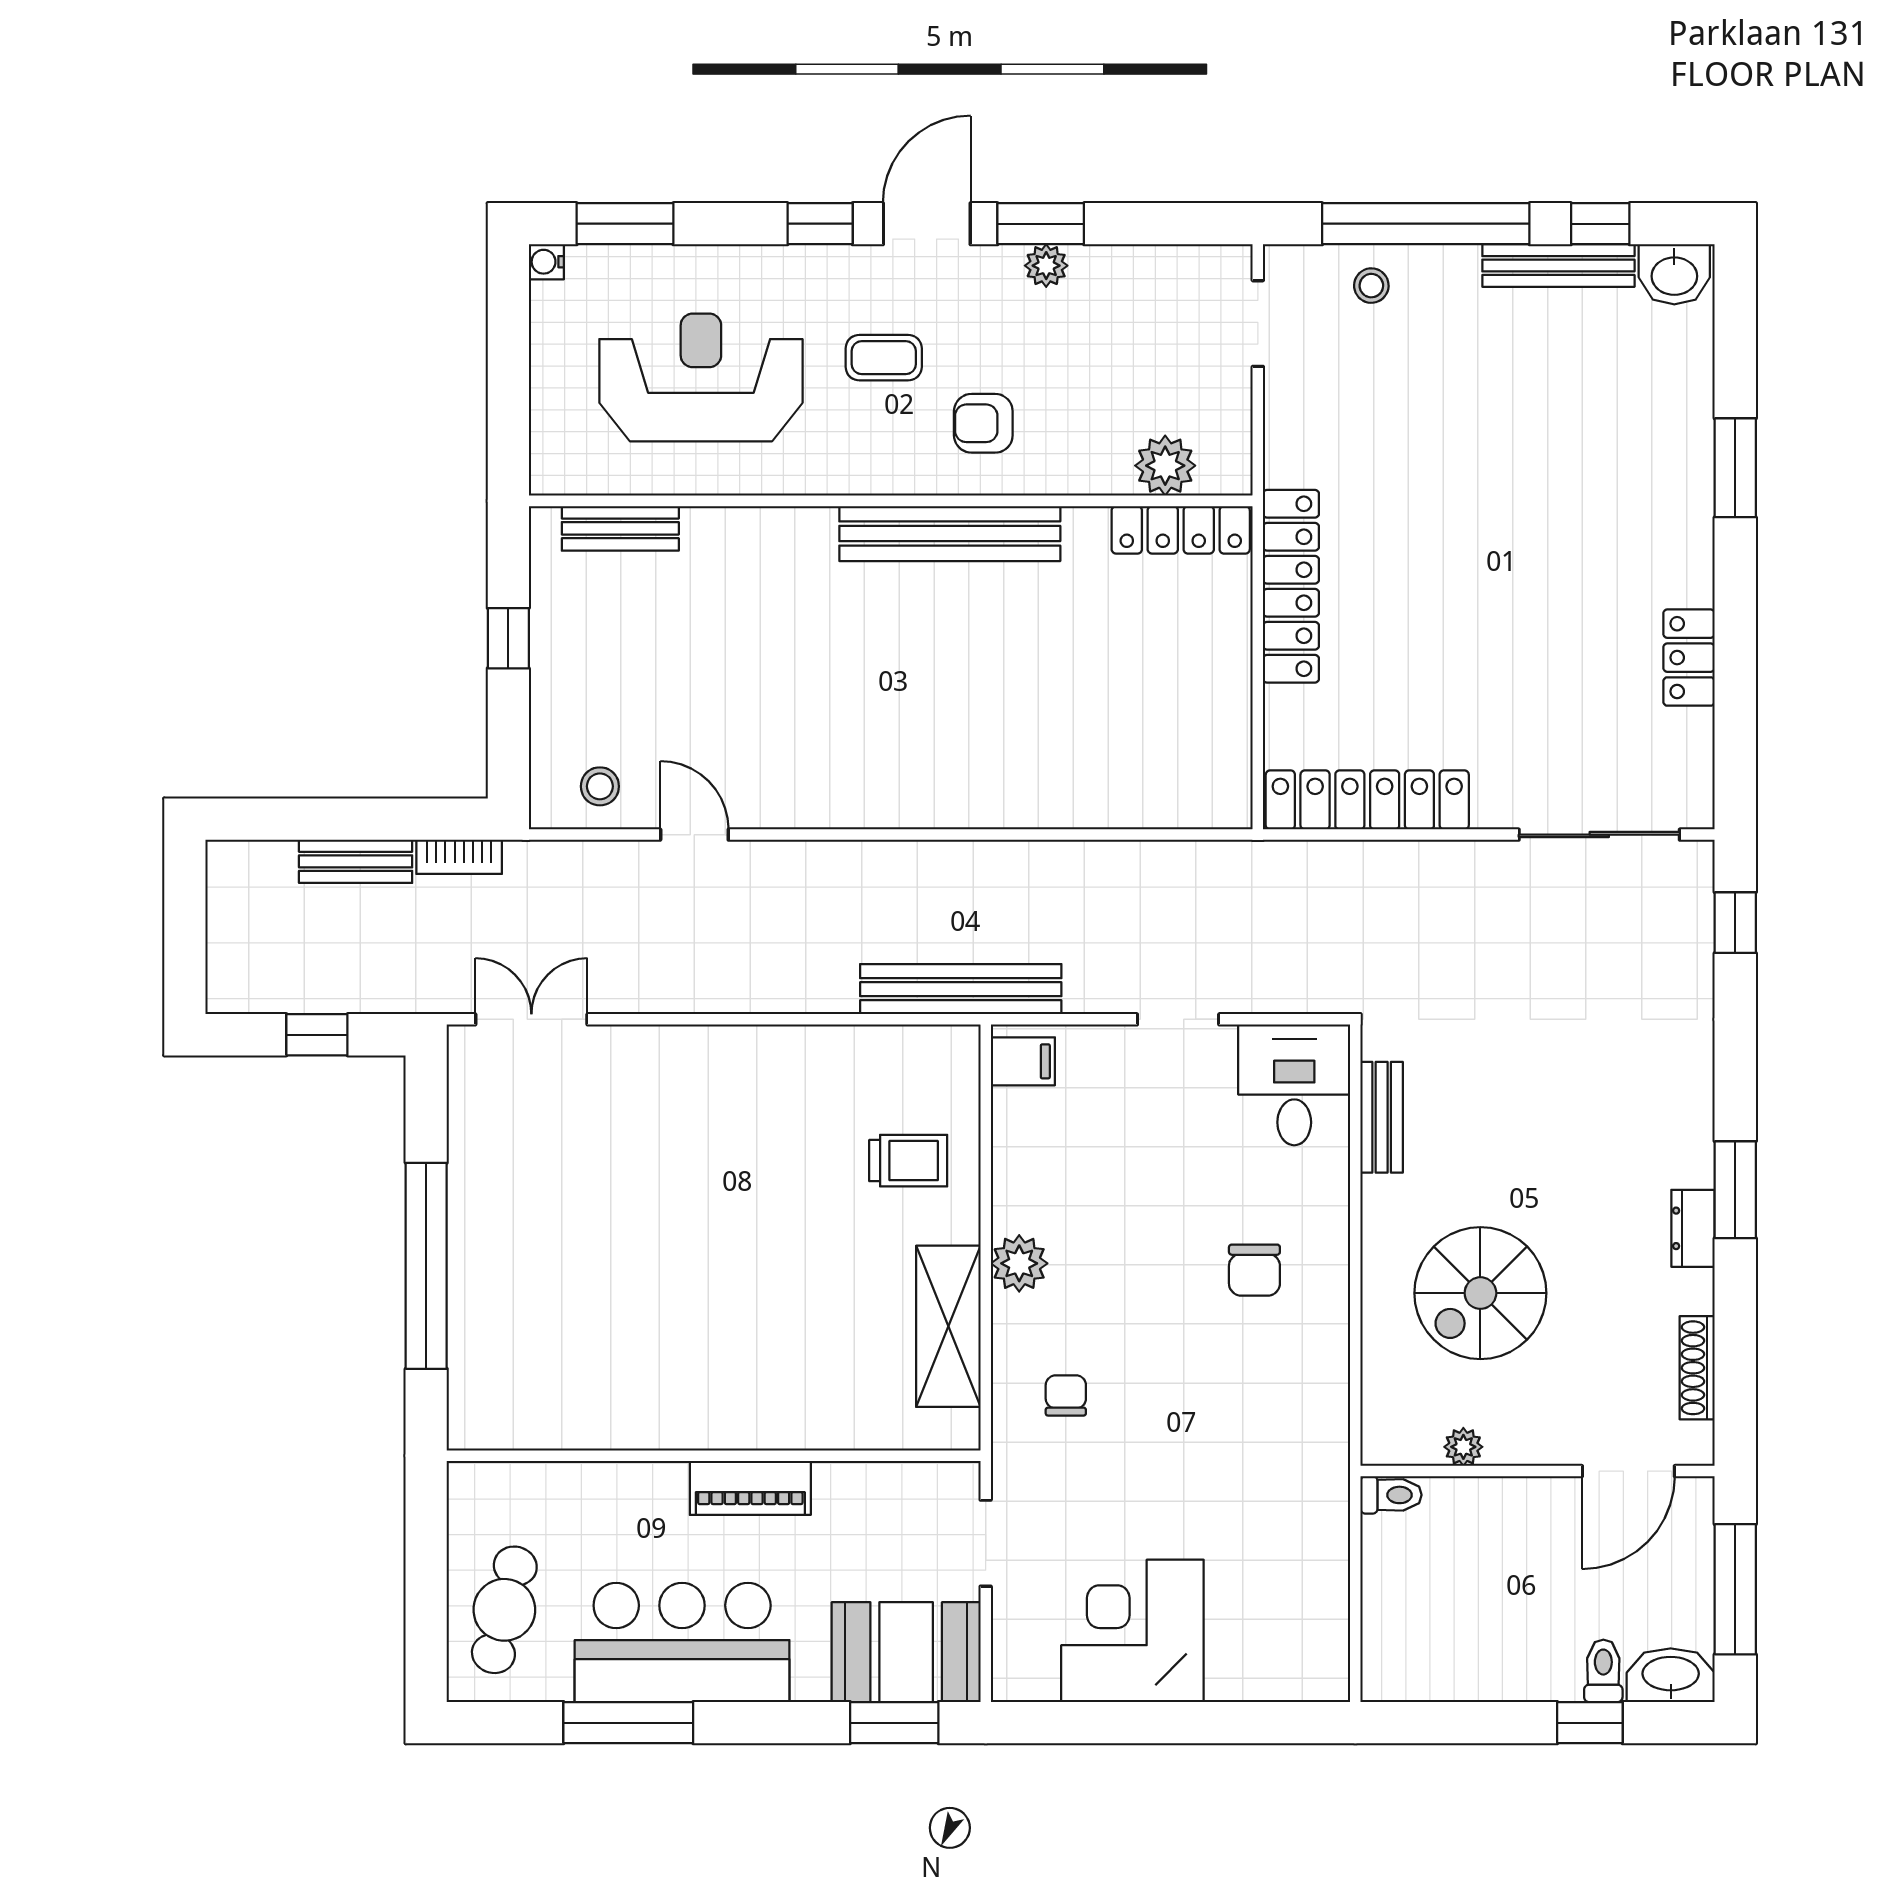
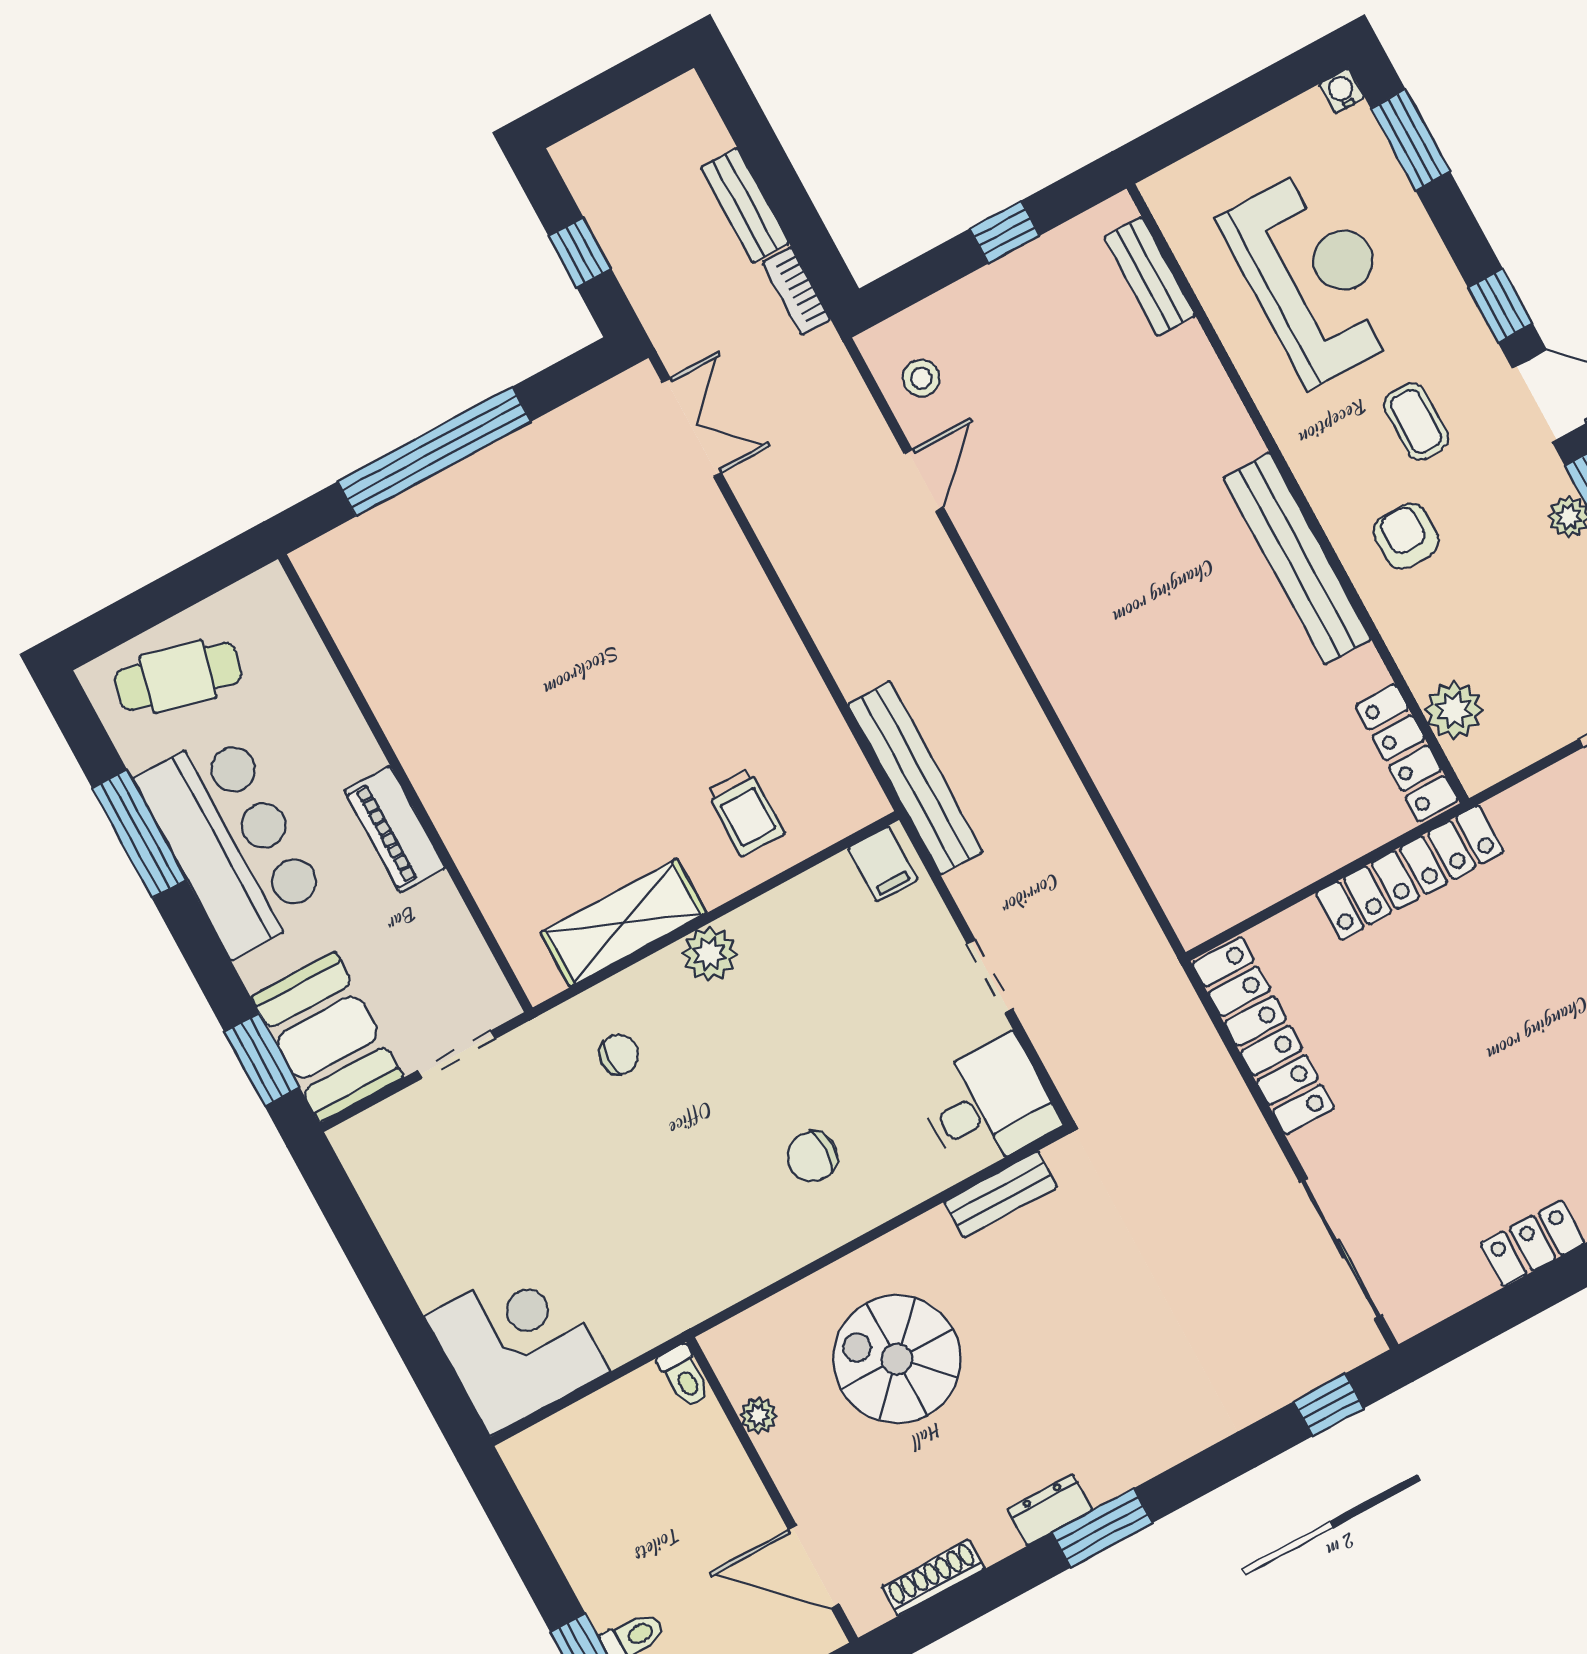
corner desk: (1132, 1631) -> (517, 1344), moved

